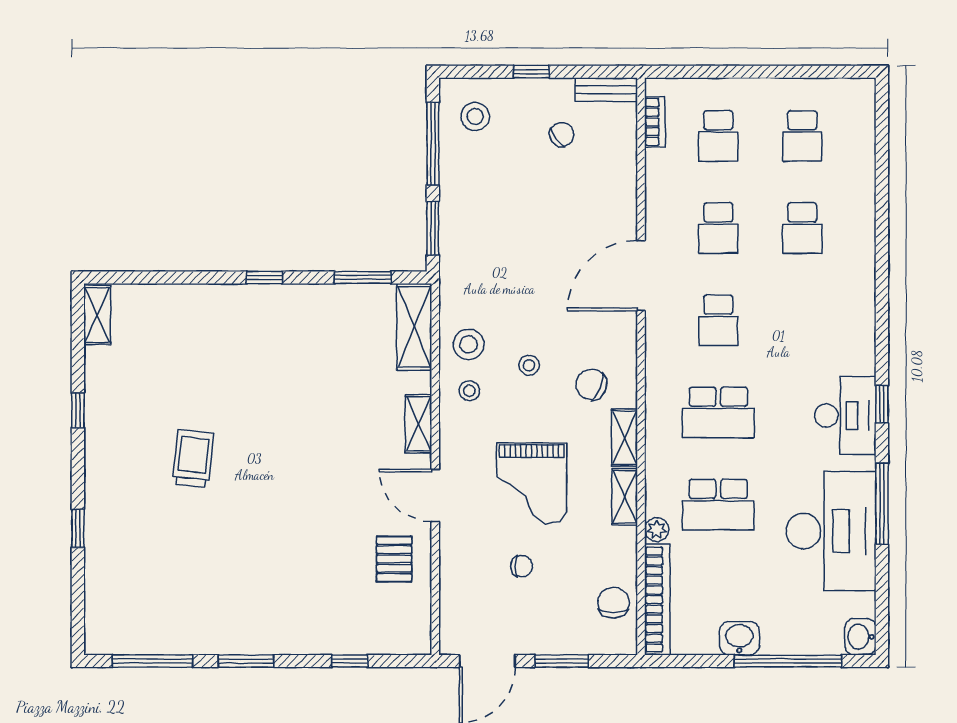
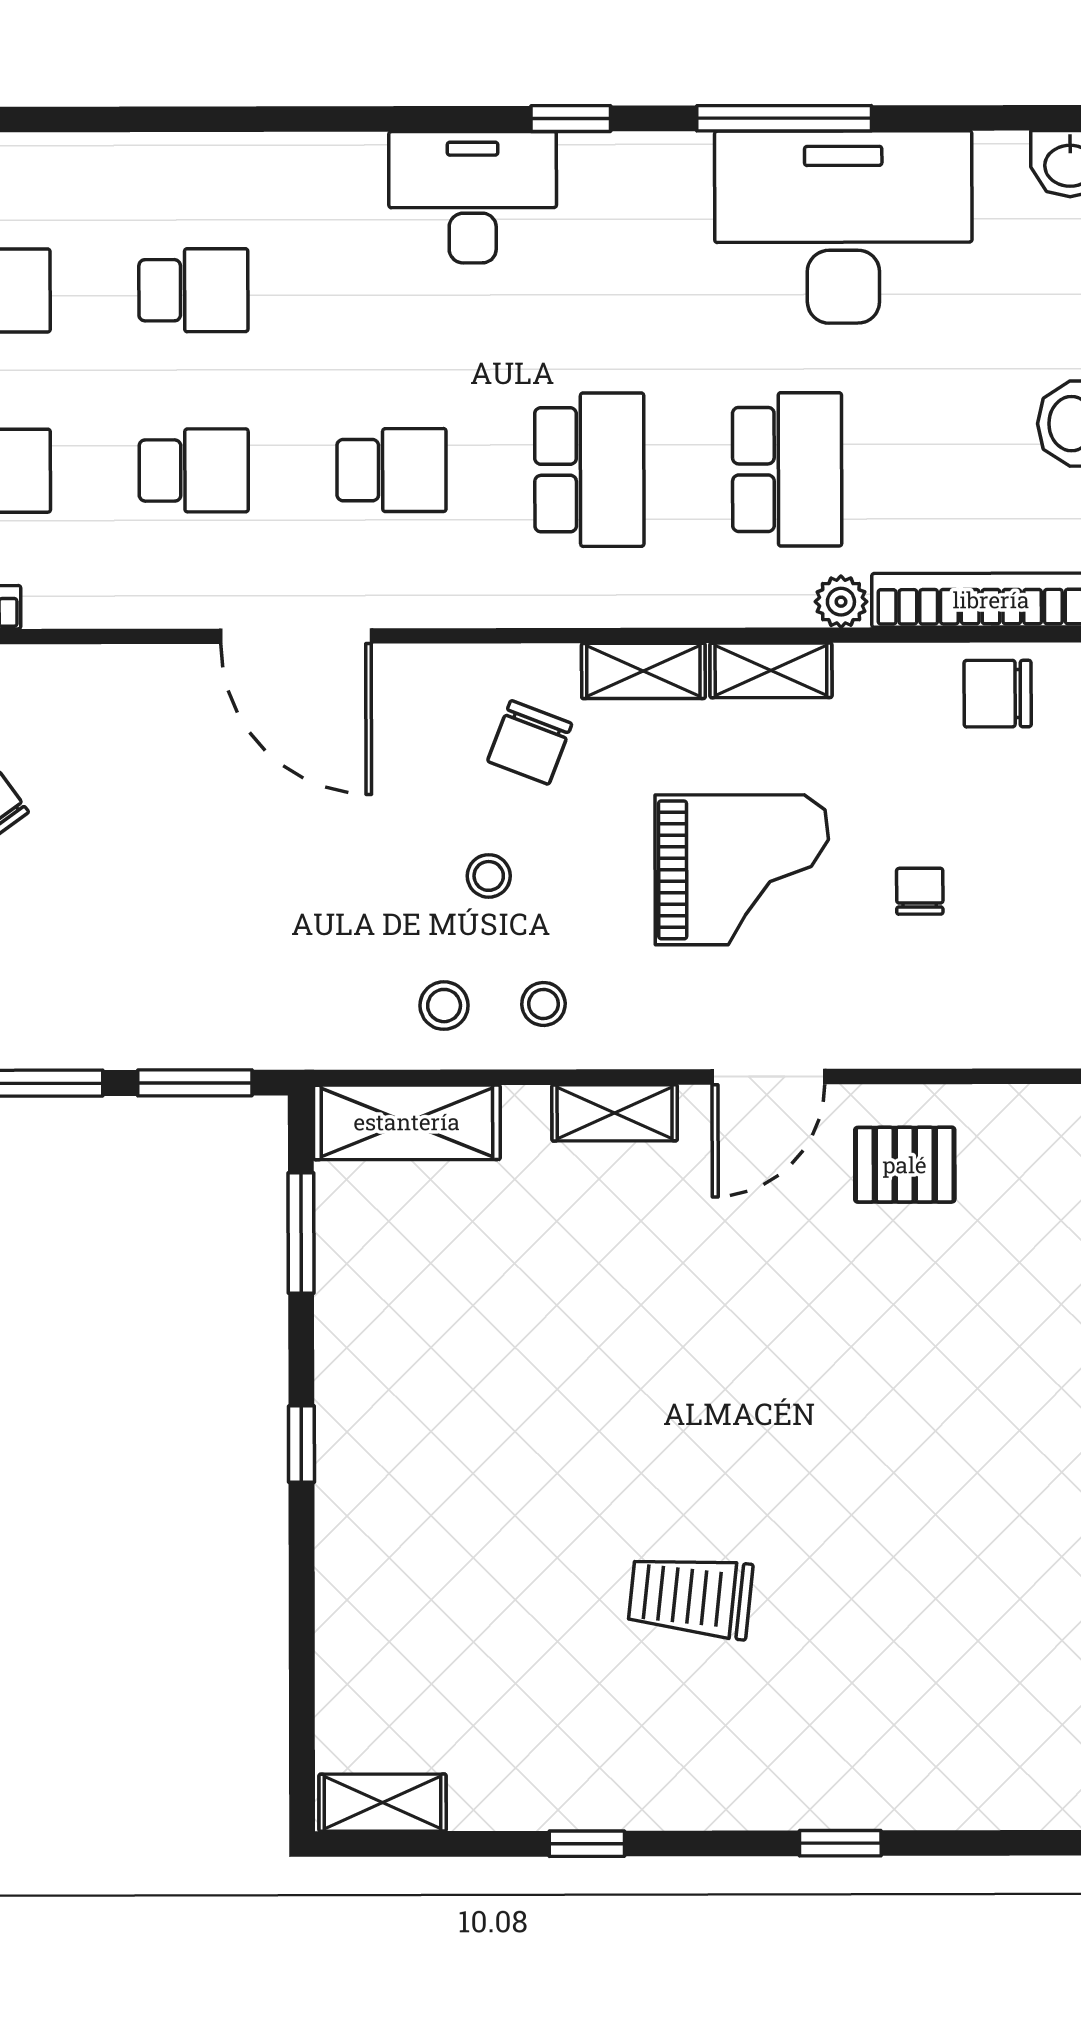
stool: (469, 344) -> (444, 1006), width x0.73, depth x0.73
desk: (845, 416) -> (473, 197), moved

